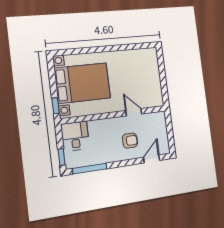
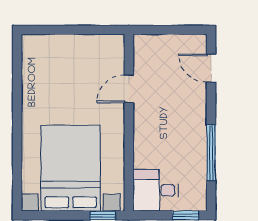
armchair: (130, 141) -> (175, 101), removed
window: (90, 169) -> (211, 153), moved

